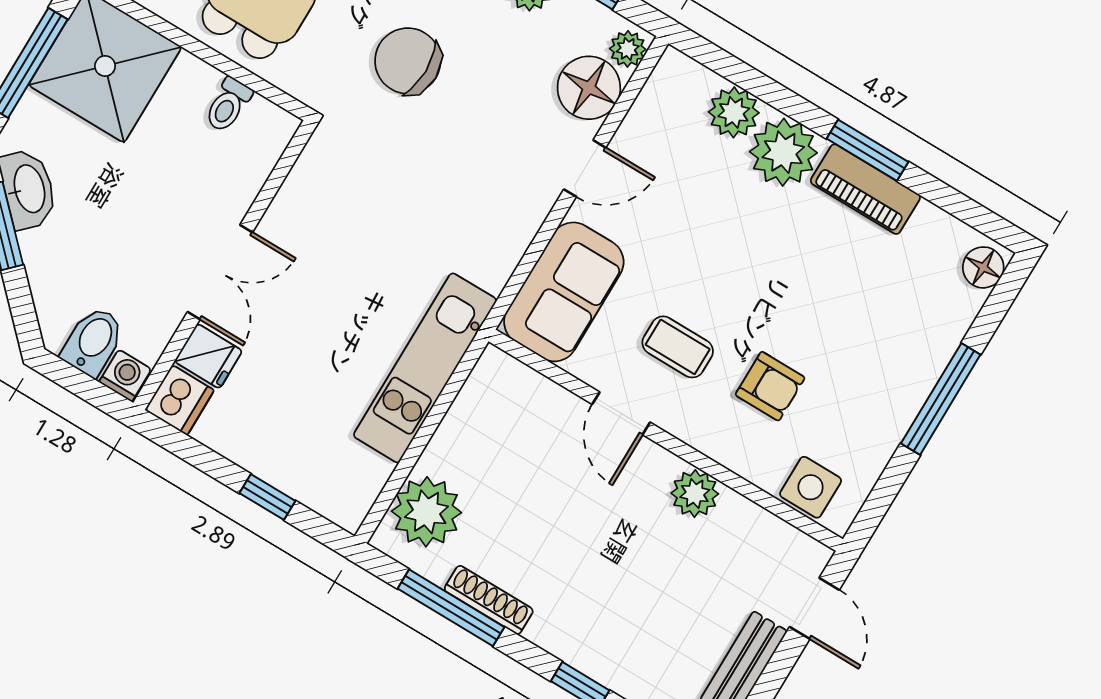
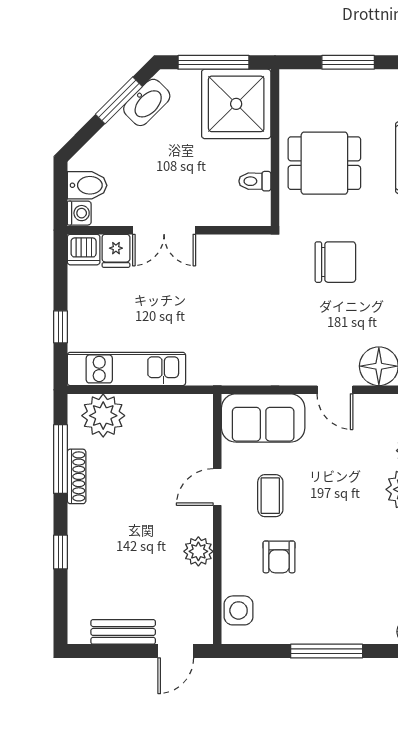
chair: (408, 61) -> (335, 262), turned 90
kitchen unit: (425, 368) -> (126, 369), moved

